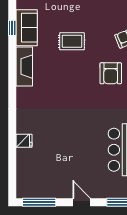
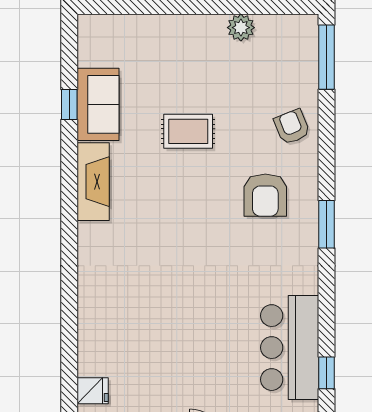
fridge: (24, 141) -> (93, 391), moved

